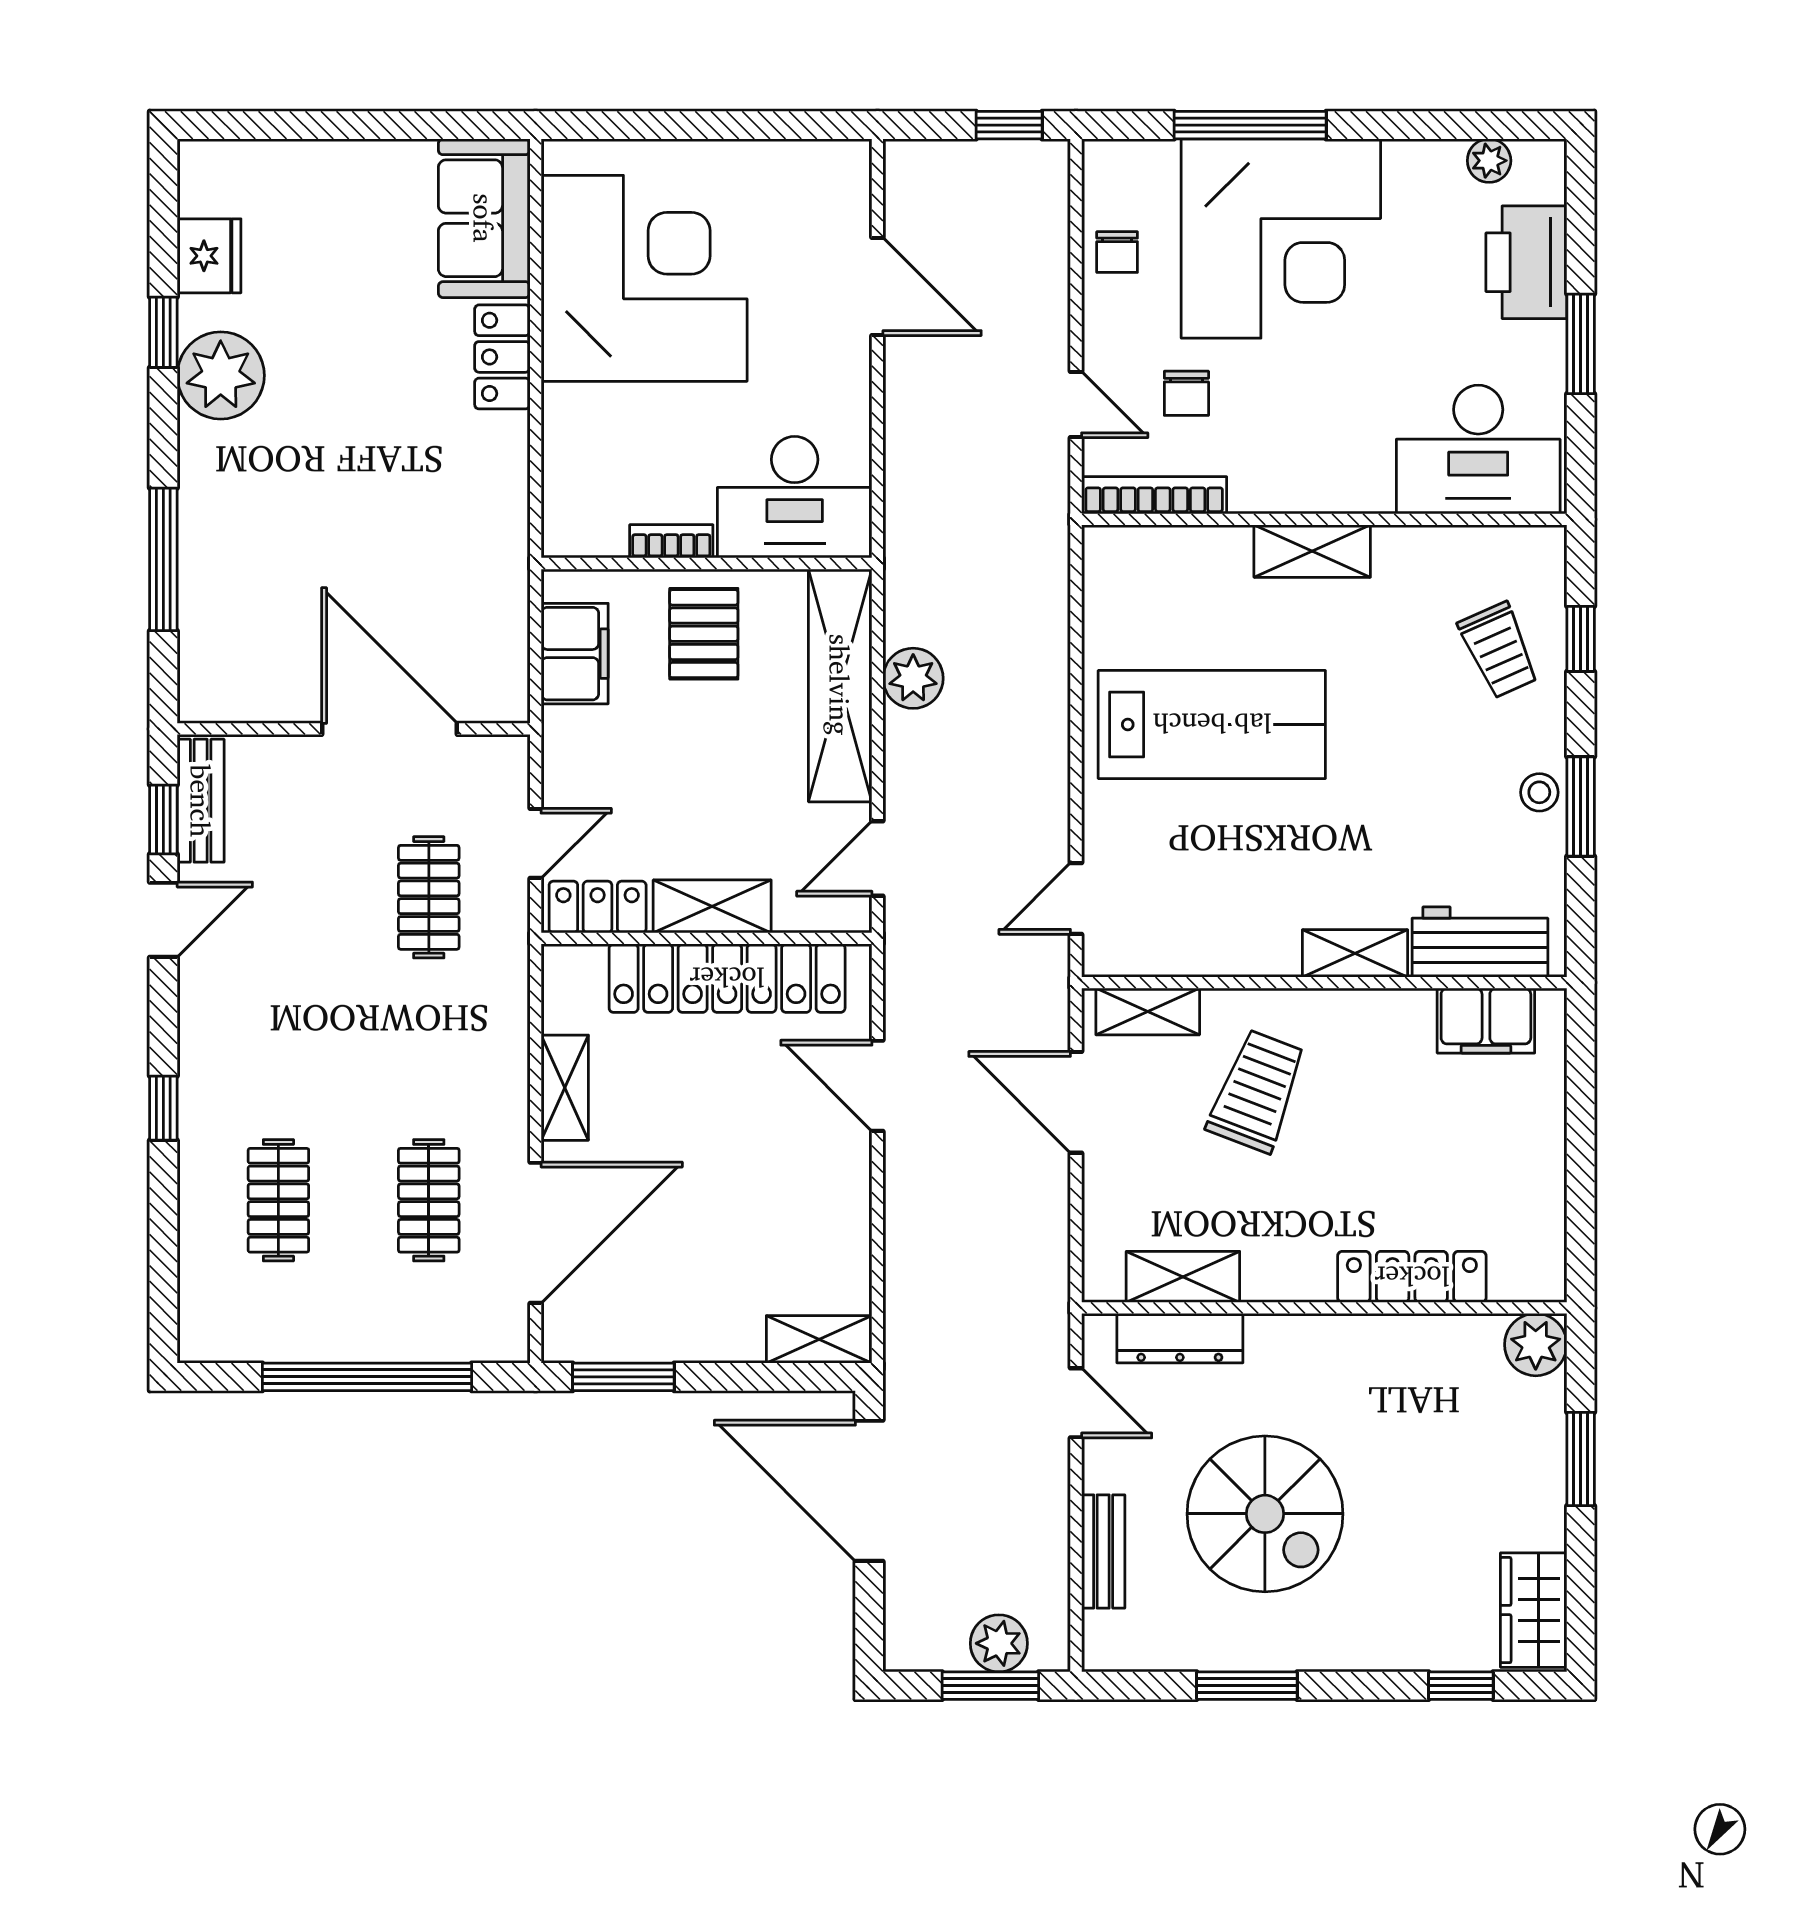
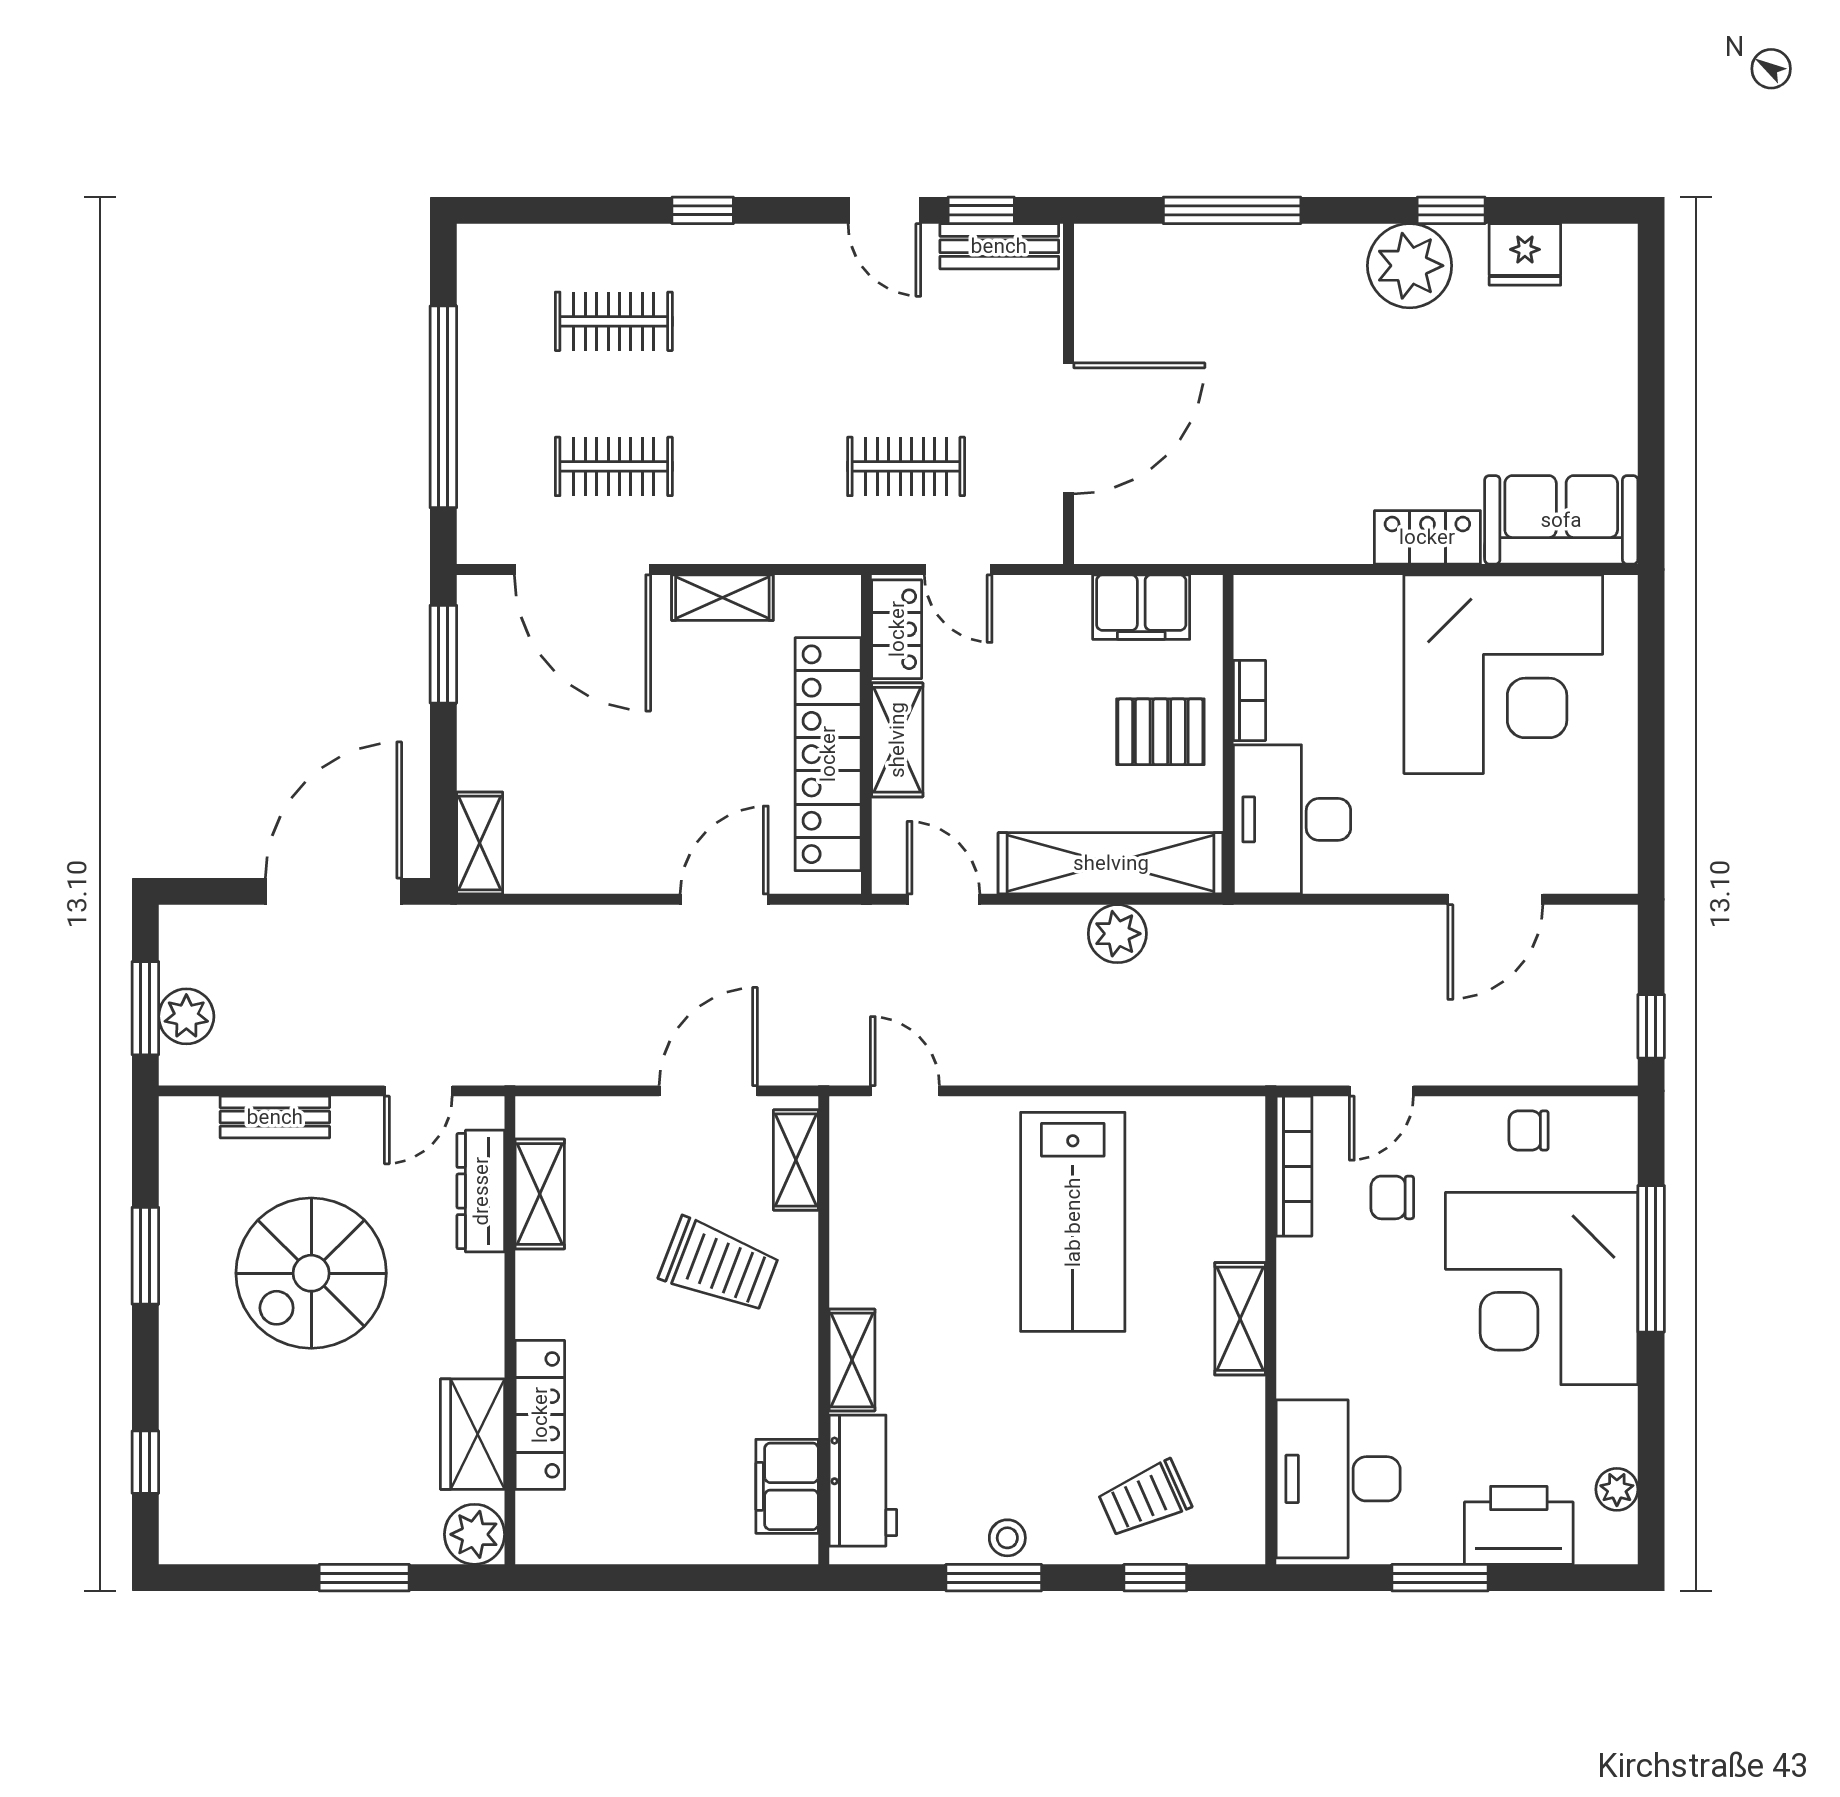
wardrobe: (1534, 1610) -> (473, 1434), moved, turned -90

